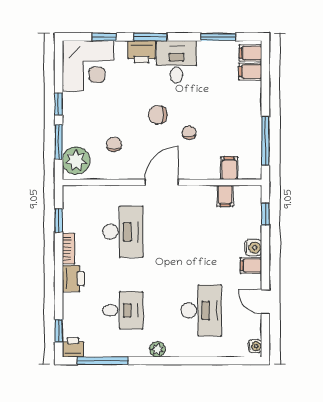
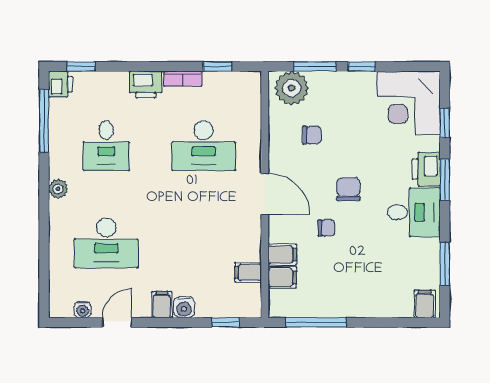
filing cabinet: (250, 72) -> (282, 254), moved, turned 90
water cooler: (255, 346) -> (83, 310), moved

